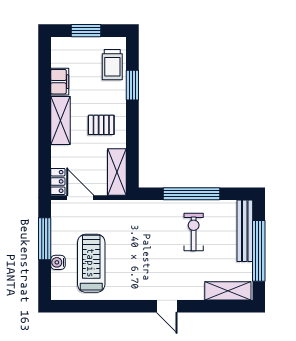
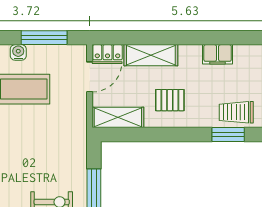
window: (132, 85) -> (228, 134), moved
shelving: (60, 120) -> (151, 55), moved
pallet: (101, 125) -> (170, 100), turned 90

